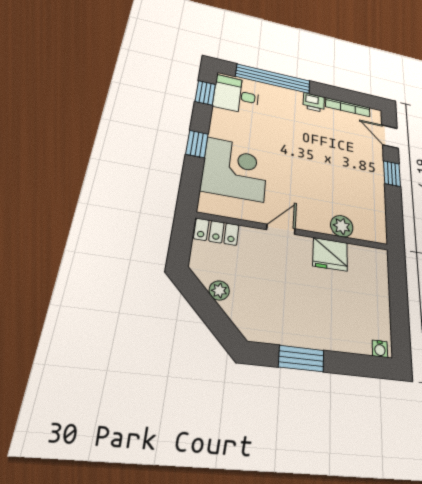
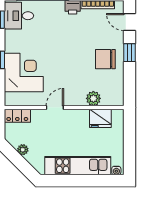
chair: (359, 175) -> (105, 59), added
fridge: (330, 254) -> (100, 118), moved
kitchen unit: (315, 332) -> (78, 166), added
window: (301, 359) -> (71, 181), removed

